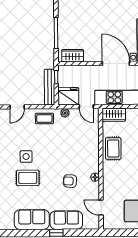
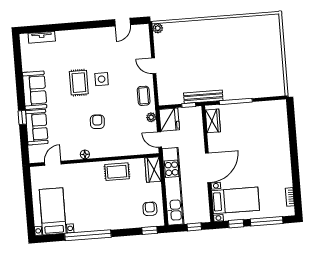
bench: (50, 87) -> (203, 97), moved
door: (86, 107) -> (160, 140), hinge flipped
armchair: (70, 181) -> (97, 122), moved

